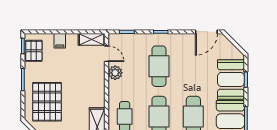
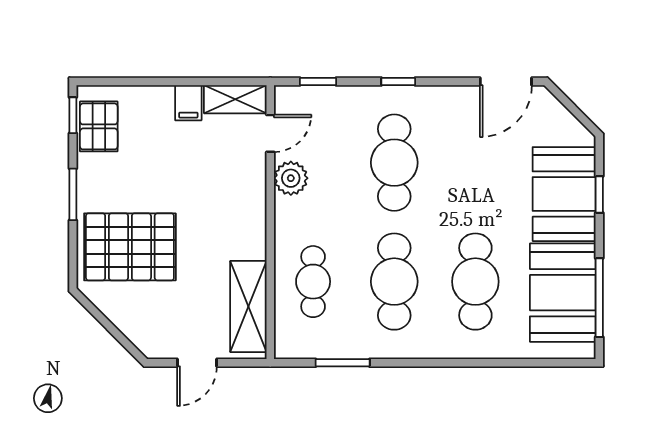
filing cabinet: (60, 41) -> (188, 103), moved
door: (106, 54) -> (270, 133), hinge flipped
pallet: (47, 102) -> (130, 247), turned 90

